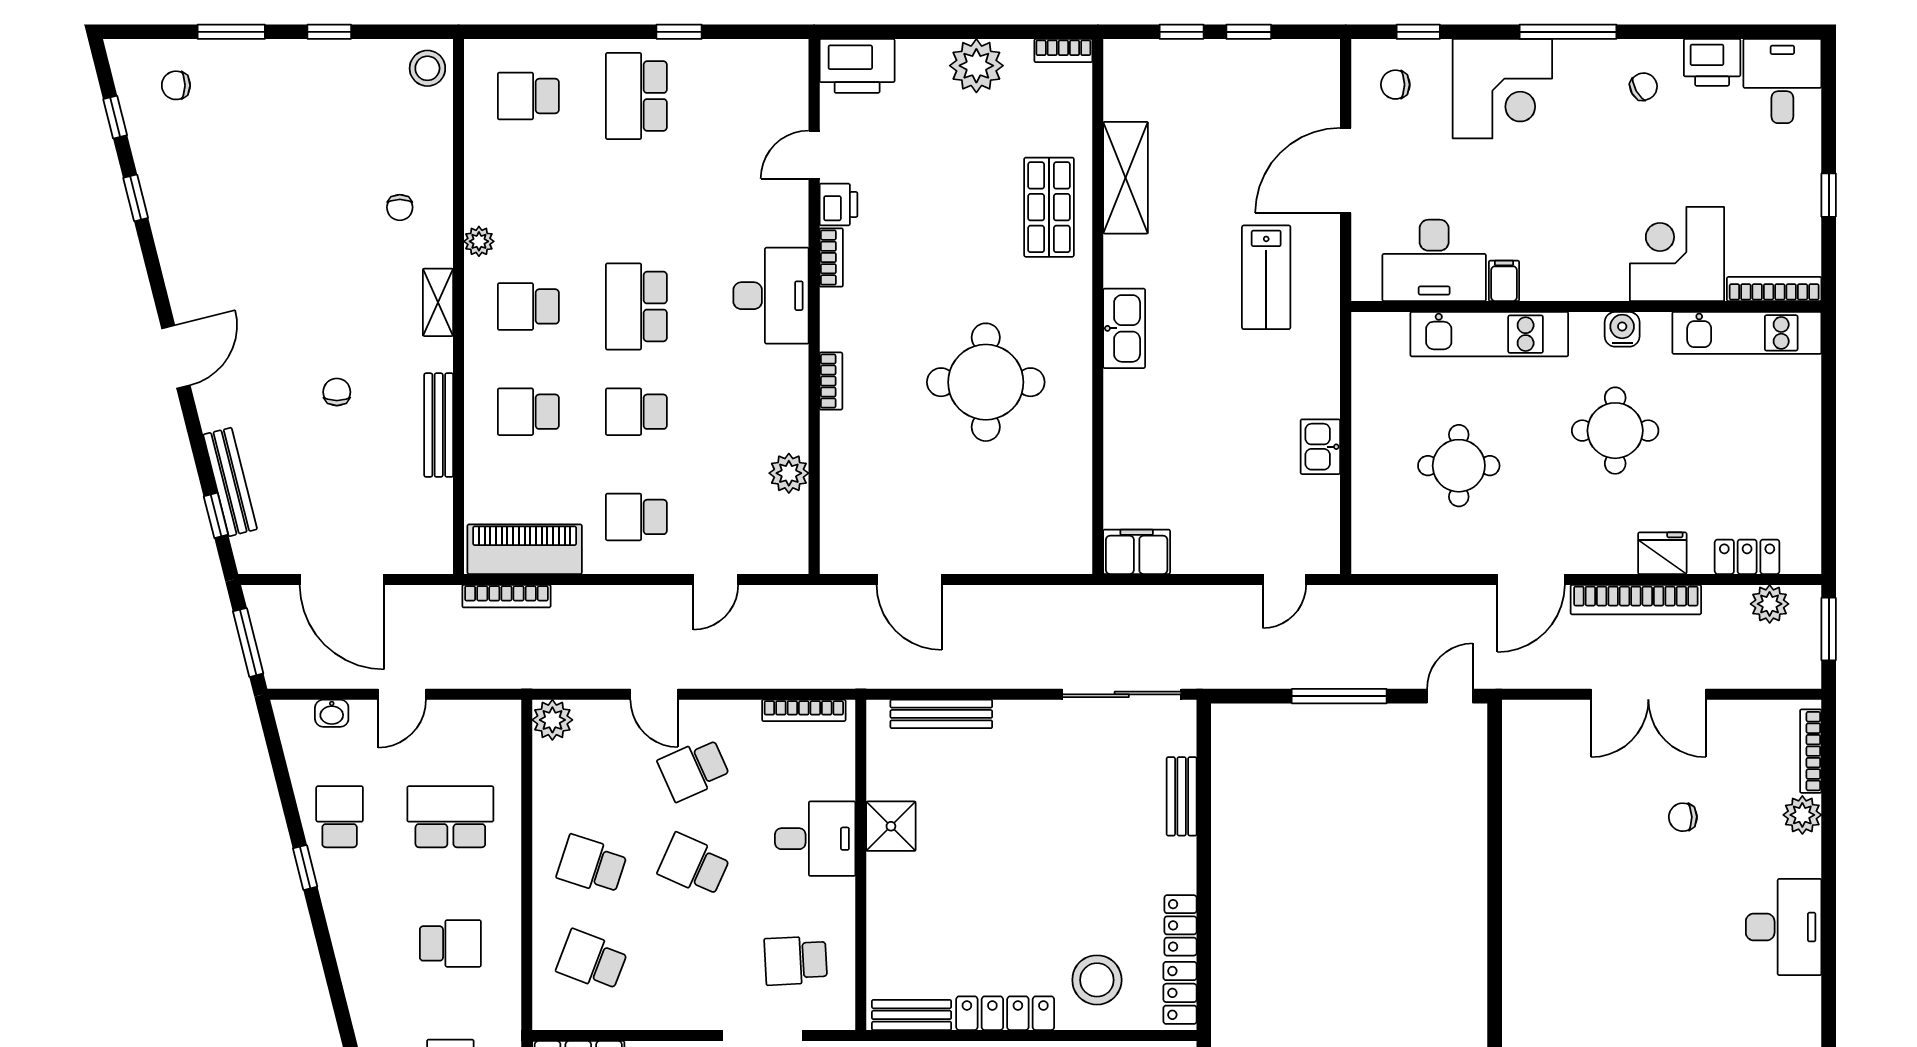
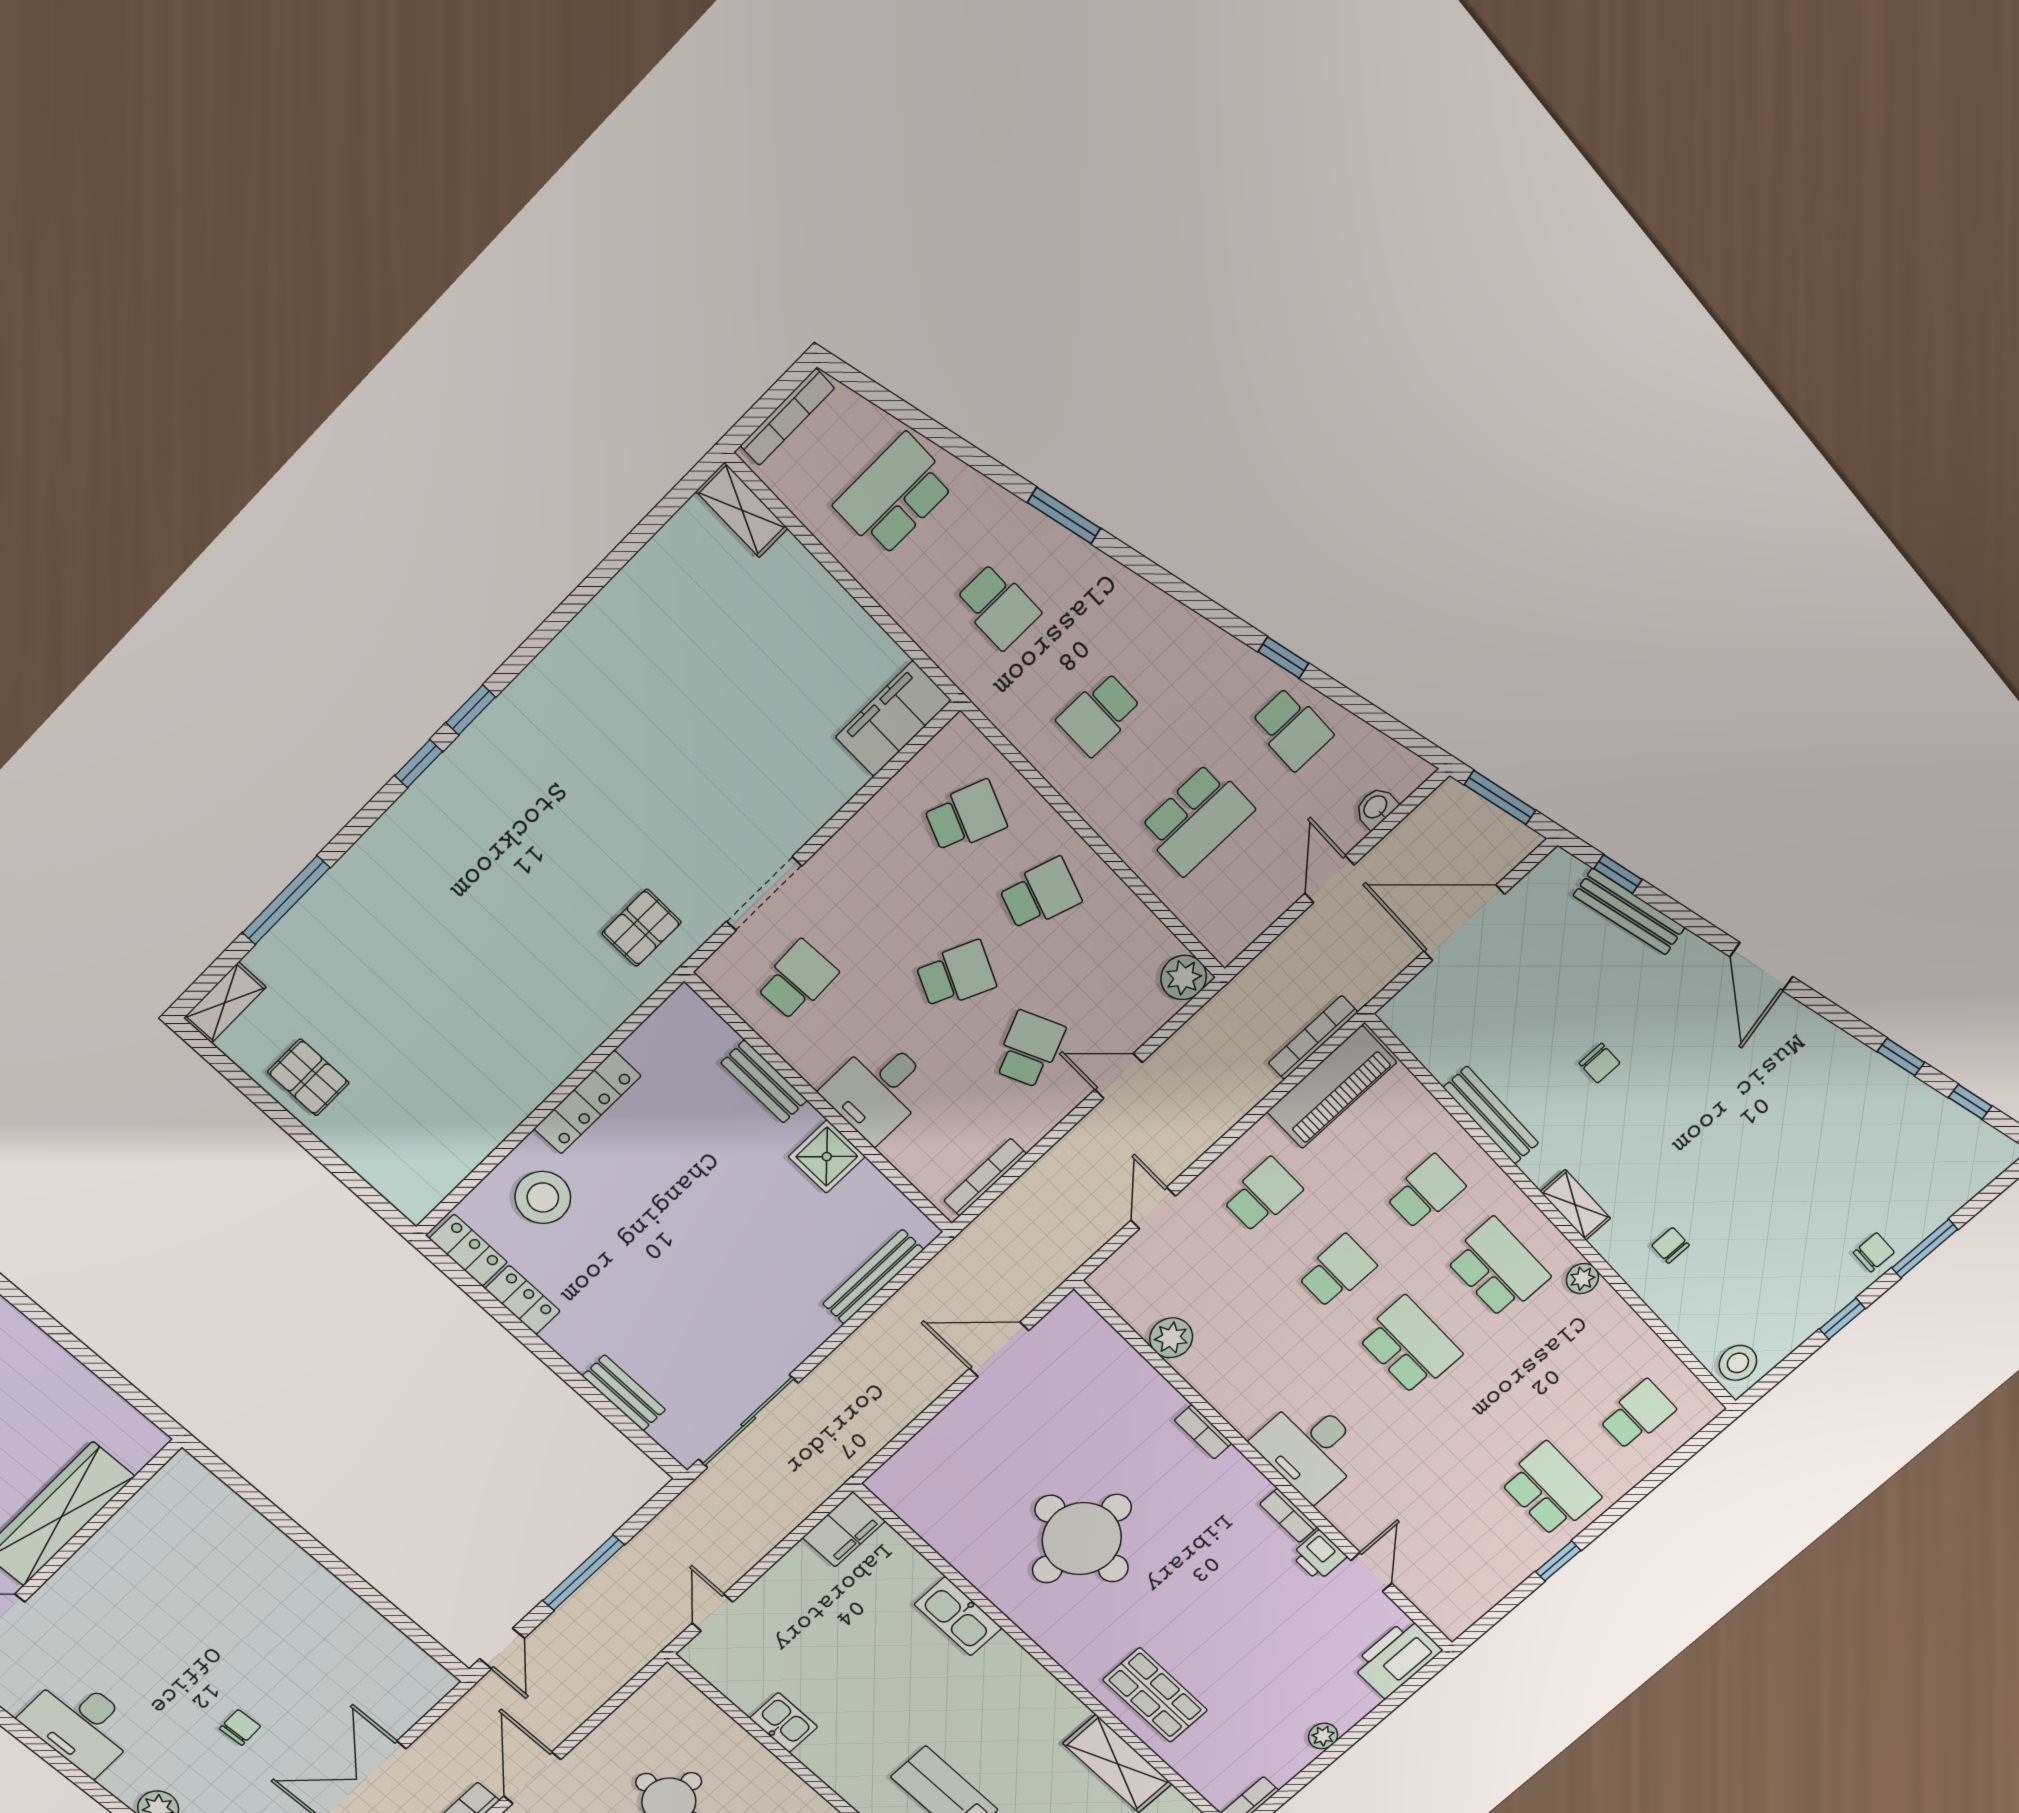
plant: (976, 66) -> (1323, 1736), width x0.53, depth x0.53
chair: (176, 85) -> (1874, 1252), moved
school desk: (528, 306) -> (1498, 1268), width x1.85
kitchen sink: (1124, 328) -> (958, 1616), moved
bench: (912, 1015) -> (764, 1082), moved, turned 90

